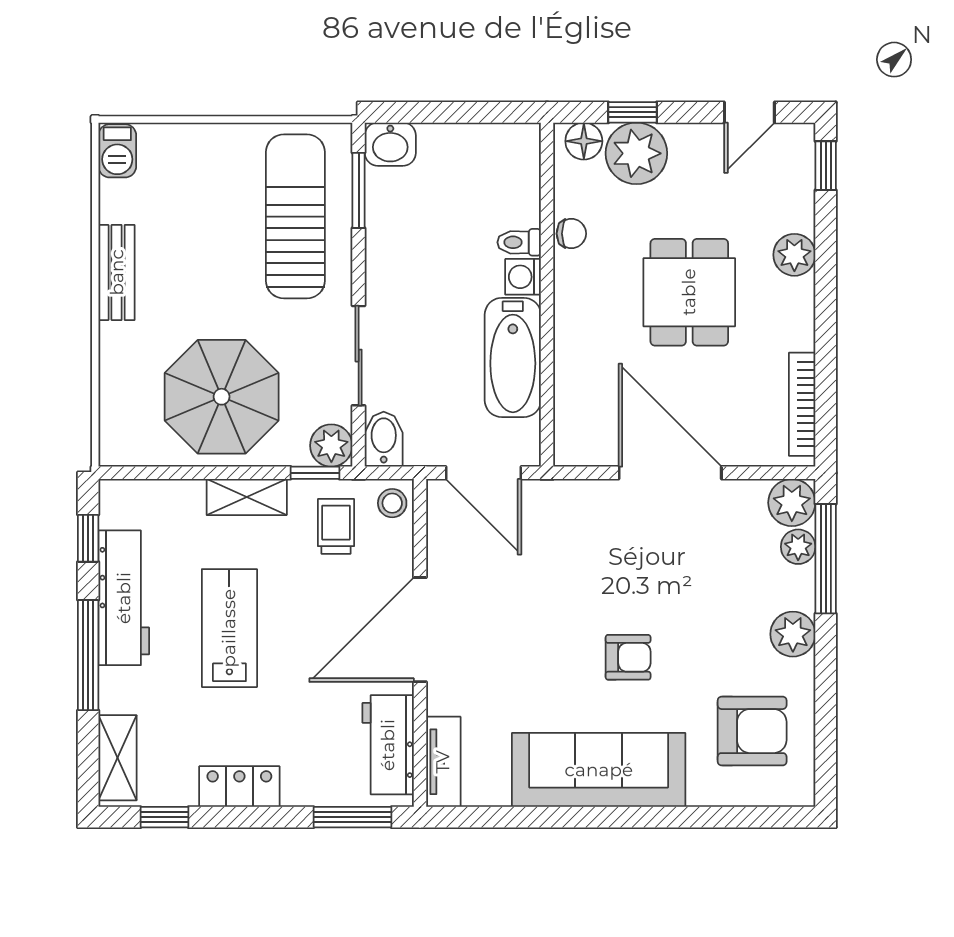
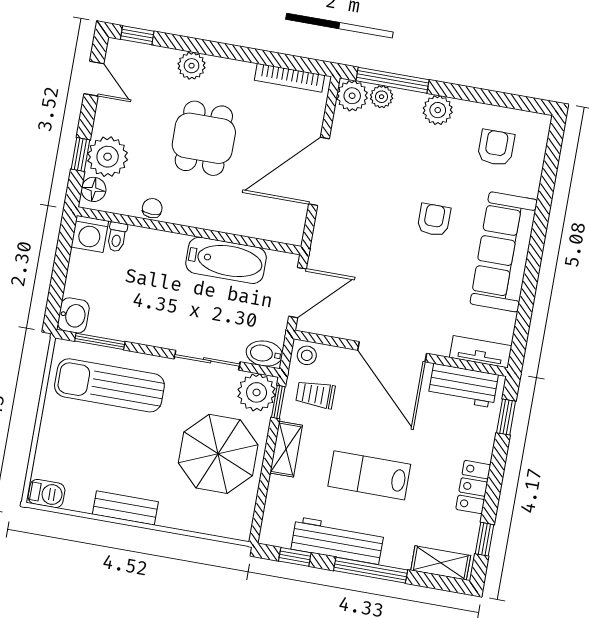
toilet: (519, 242) -> (117, 237), moved
washing machine: (523, 277) -> (90, 234), moved, width x1.38, depth x1.38
dining table: (689, 292) -> (204, 138), turned 90
plant: (331, 446) -> (257, 392), width x1.36, depth x1.36
armchair: (752, 731) -> (496, 148), width x0.72, depth x0.72
window: (353, 817) -> (506, 417), width x0.67

